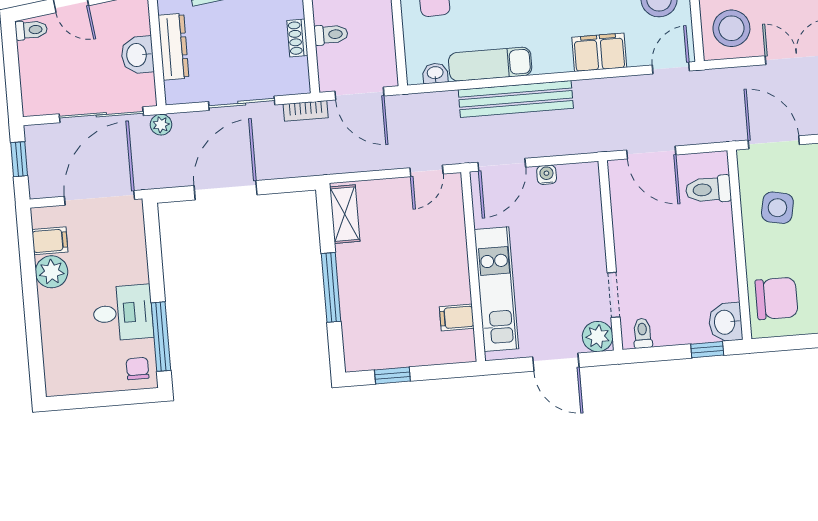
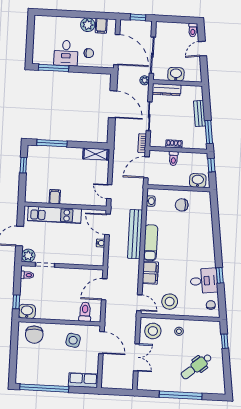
dresser: (173, 47) -> (167, 90), moved
exam couch: (490, 64) -> (151, 243), moved
door: (774, 142) -> (101, 343), hinge flipped
window: (331, 287) -> (52, 143), moved
filing cabinet: (457, 317) -> (55, 197), moved
chair: (138, 369) -> (89, 53), moved

